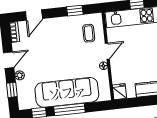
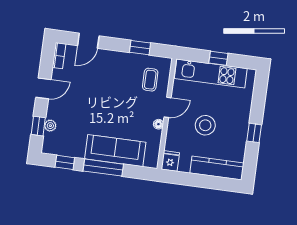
stool: (139, 58) -> (205, 125), added
plant: (20, 75) -> (50, 126), moved
sofa: (67, 92) -> (115, 151), width x0.74, depth x0.79

